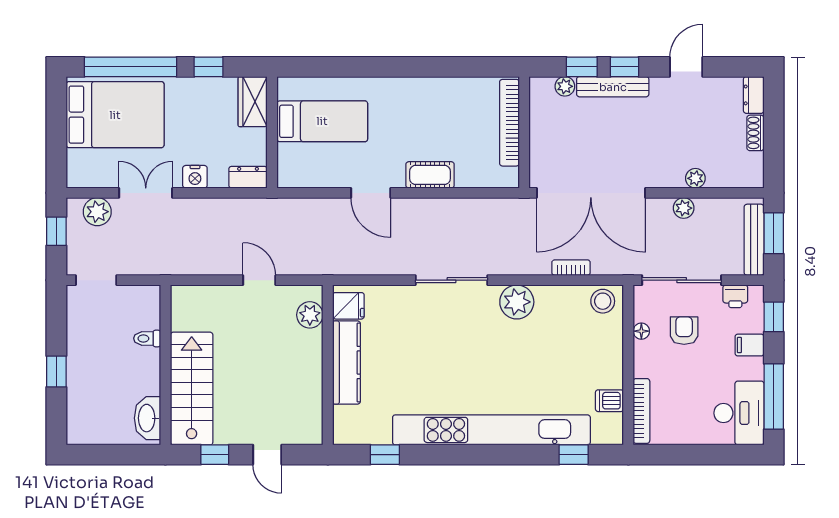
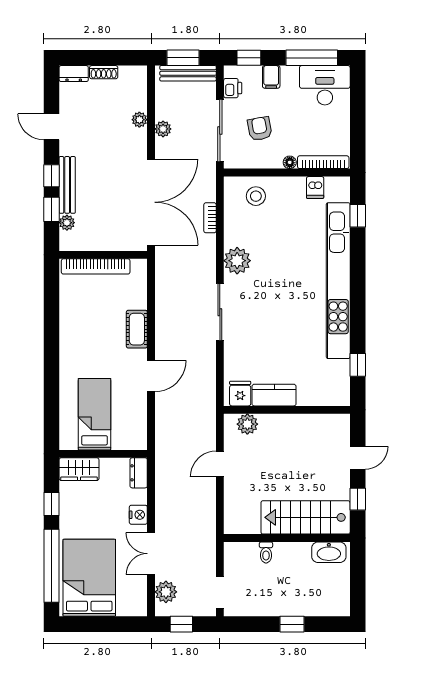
stool: (603, 301) -> (256, 196), moved
floor lamp: (641, 331) -> (290, 162), moved
armchair: (684, 331) -> (260, 129), turned 80
kitchen counter: (347, 362) -> (274, 395), width x0.67

